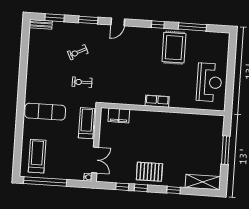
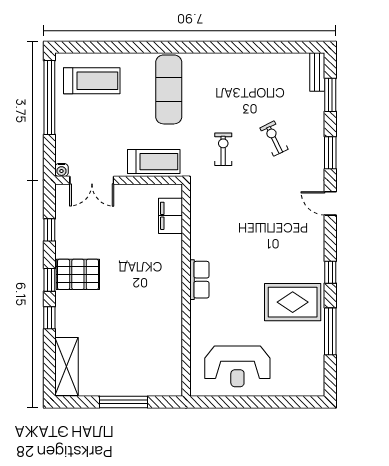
pallet: (149, 172) -> (78, 274), turned 90
window: (141, 188) -> (49, 280), moved

